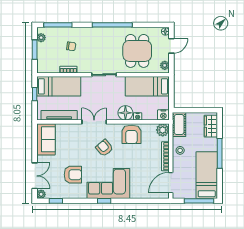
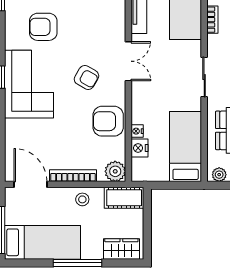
floor lamp: (125, 113) -> (143, 112), removed
nightstand: (163, 115) -> (139, 148), moved
armchair: (104, 148) -> (86, 77), turned 70
armchair: (73, 175) -> (43, 27), turned 90

